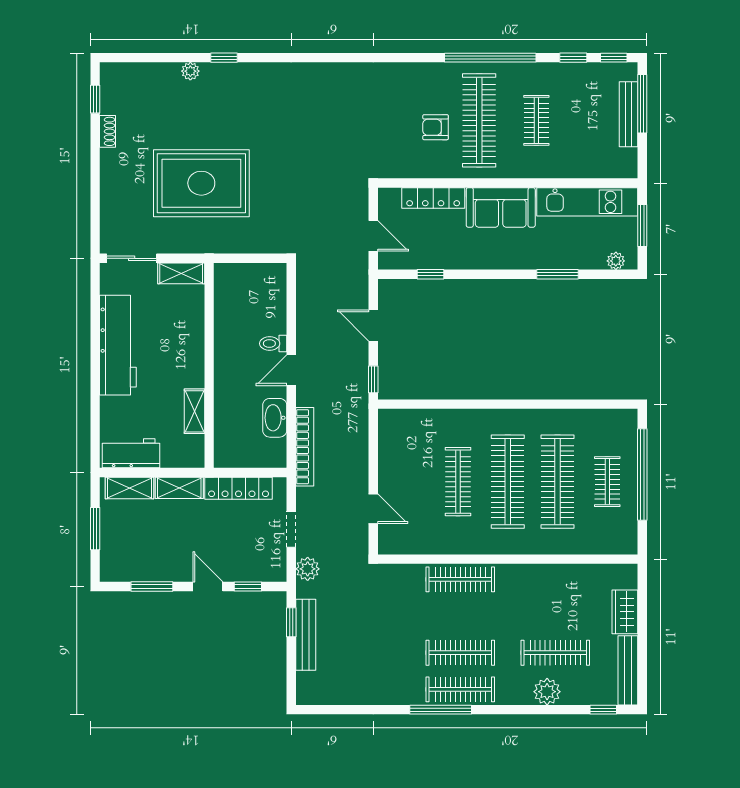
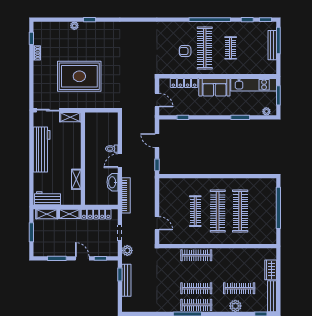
clothes rail: (607, 482) -> (263, 211), removed

